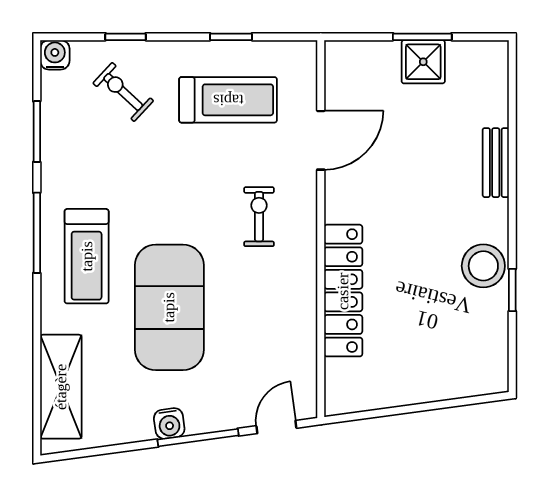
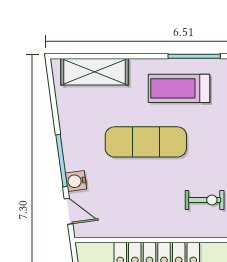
exercise mat: (169, 307) -> (146, 142), width x0.68
water cooler: (169, 423) -> (76, 181), moved

